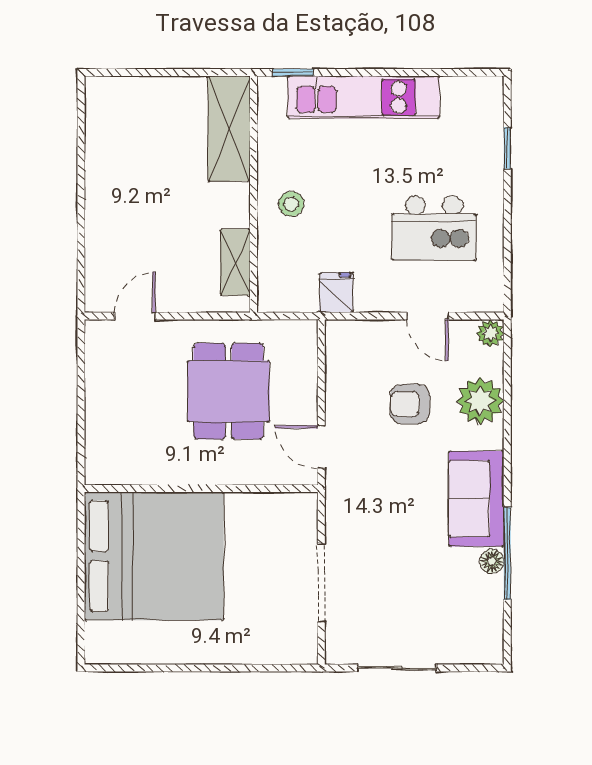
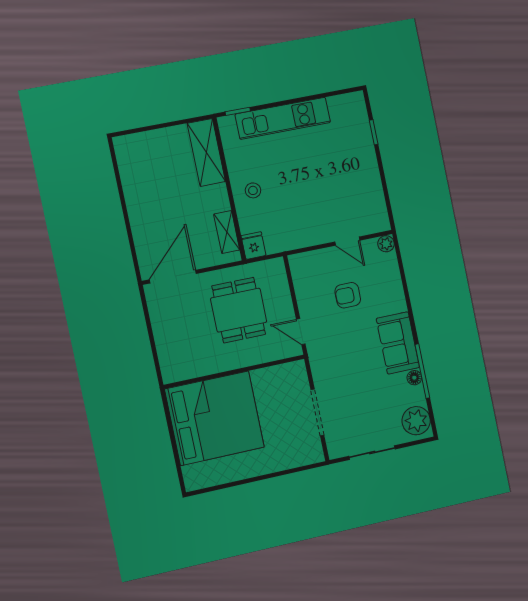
kitchen island: (434, 228) -> (340, 188), removed
fridge: (336, 293) -> (254, 246), moved
door: (135, 316) -> (173, 277), width x1.87
plant: (480, 401) -> (416, 421), moved

